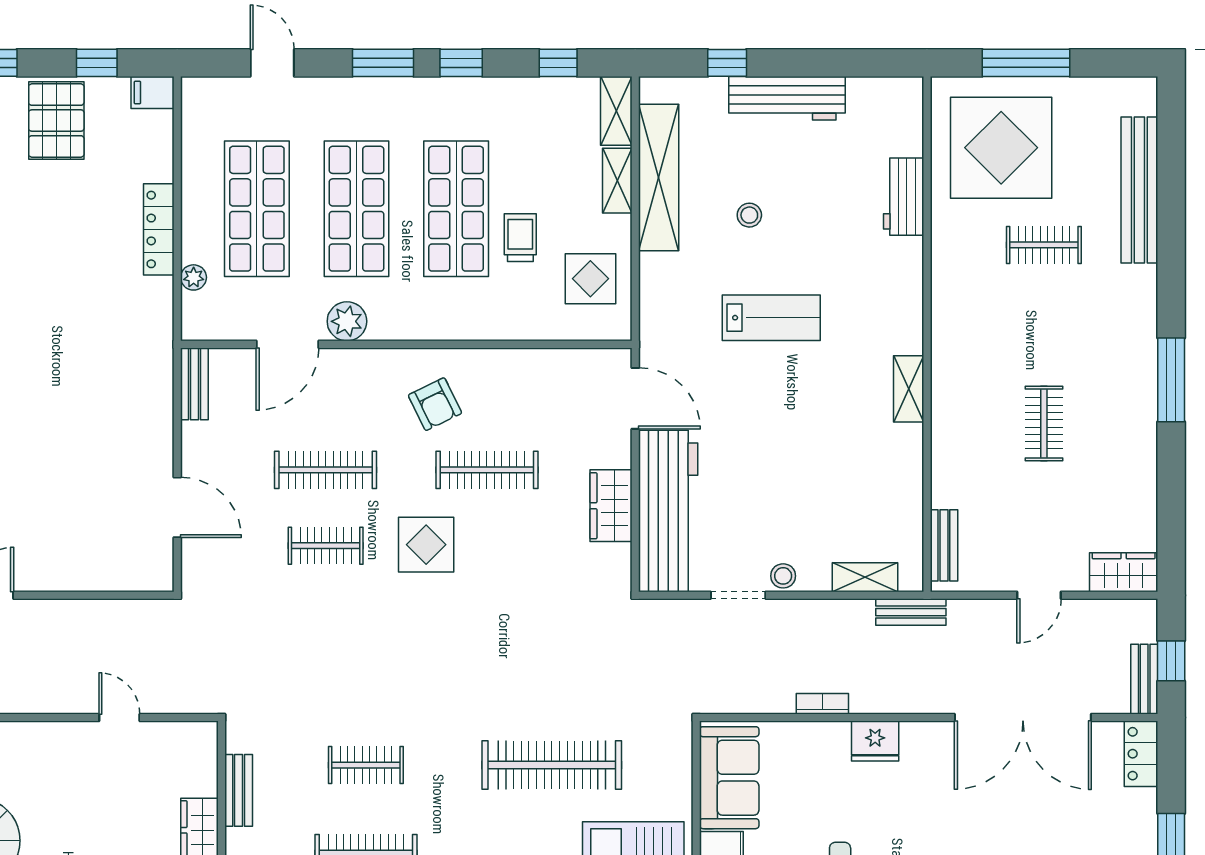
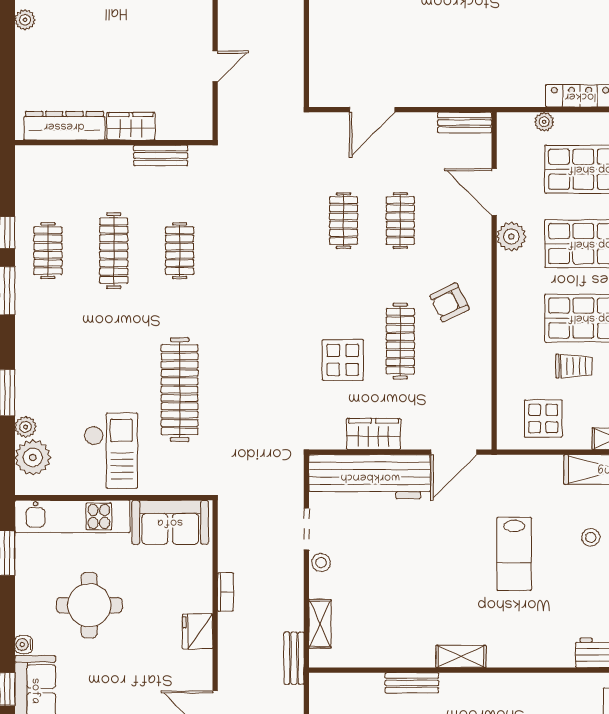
clothes rail: (326, 470) -> (400, 221), width x0.73
display table: (426, 545) -> (343, 360), moved
bench: (944, 545) -> (412, 683), moved

